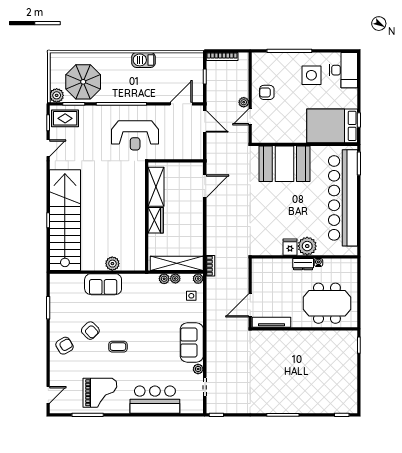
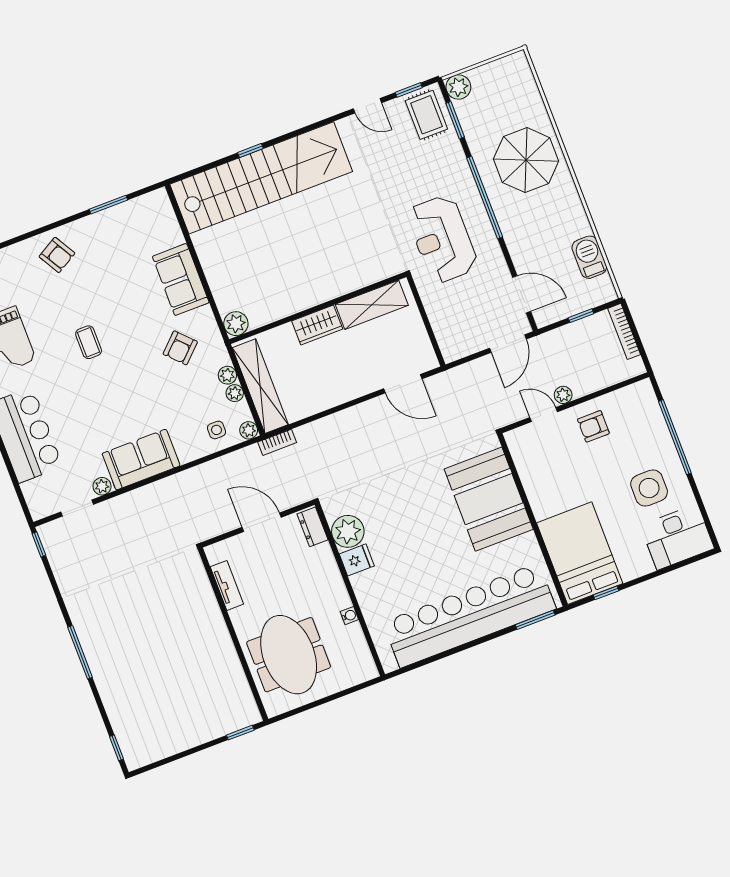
barbecue: (143, 60) -> (589, 257), moved
parasol: (83, 82) -> (526, 160), moved
armchair: (267, 92) -> (593, 426), turned -90
plant: (307, 246) -> (348, 531), moved
plant: (112, 264) -> (236, 324), moved
dresser: (303, 264) -> (313, 527), moved
door: (250, 305) -> (262, 522), moved
tv unit: (272, 322) -> (227, 585), width x0.71
armchair: (90, 331) -> (180, 348), moved

